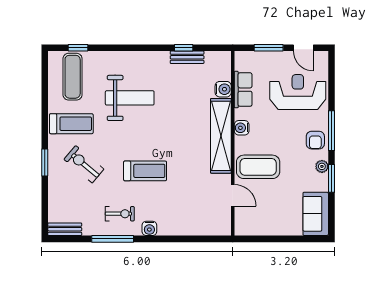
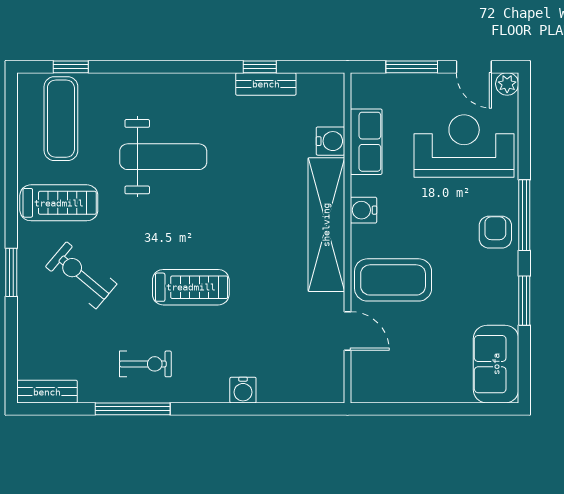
armchair: (315, 140) -> (495, 232), turned 180
plant: (322, 166) -> (507, 84), moved
water cooler: (149, 228) -> (243, 390), moved

